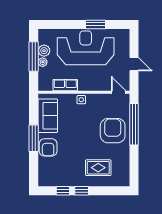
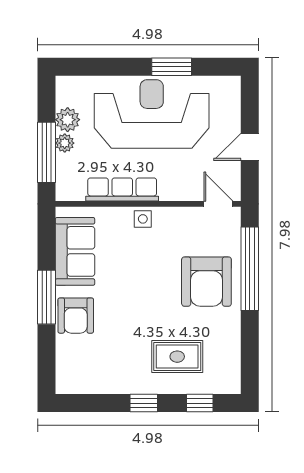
window: (34, 57) -> (46, 152), moved
door: (134, 64) -> (250, 147), swing flipped
row of seats: (65, 85) -> (122, 189), width x1.48
armchair: (113, 131) -> (206, 282), turned 180
window: (63, 191) -> (200, 403), moved

